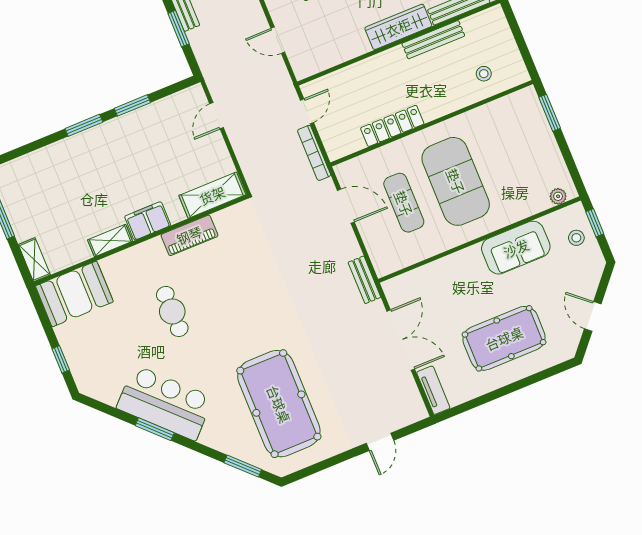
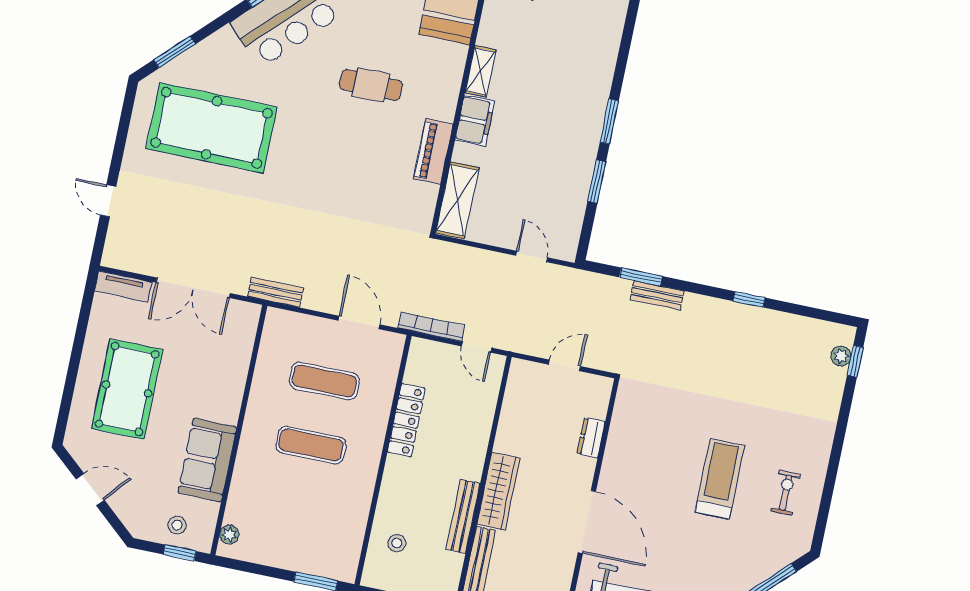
exercise mat: (456, 181) -> (311, 445), width x0.50, depth x0.69
door: (346, 206) -> (359, 322), swing flipped

